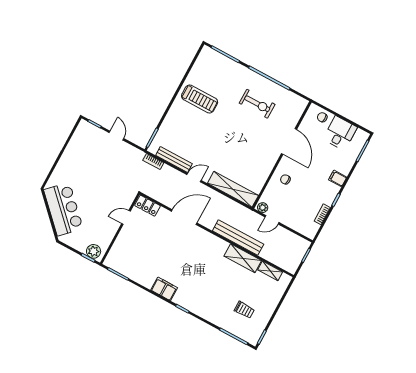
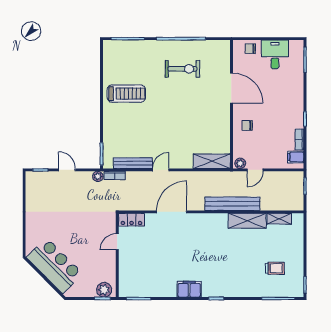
plant: (139, 155) -> (98, 176), added
filing cabinet: (338, 178) -> (296, 157), moved
shelving: (233, 189) -> (212, 161), width x0.68

